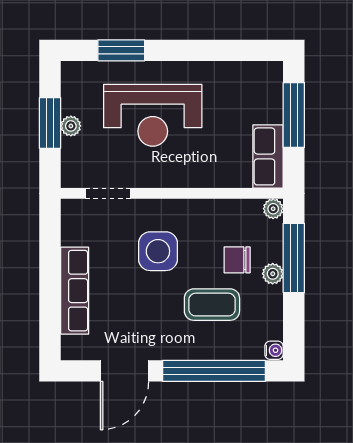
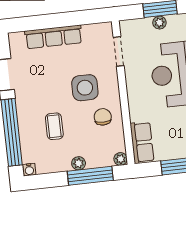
row of seats: (268, 156) -> (142, 143), moved, turned 90
chair: (237, 260) -> (103, 117), moved
coffee table: (212, 305) -> (54, 126), width x0.73, depth x0.77

